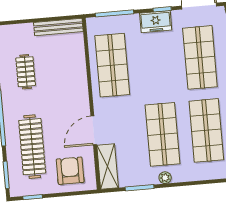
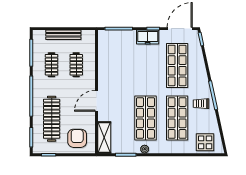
bench: (58, 27) -> (63, 35), moved
shop shelf: (112, 65) -> (114, 65), removed
clothes rail: (60, 69) -> (76, 65), added
door: (94, 130) -> (97, 101), moved

